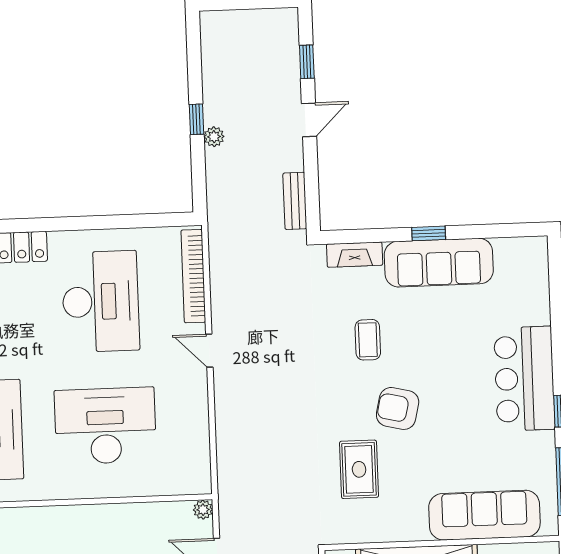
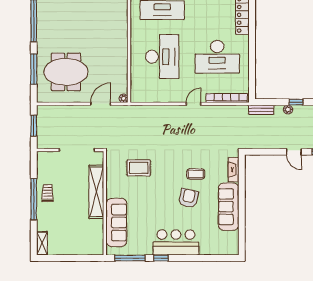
bench: (295, 201) -> (261, 110), moved
window: (429, 233) -> (242, 203), removed
armchair: (398, 408) -> (188, 198), moved

